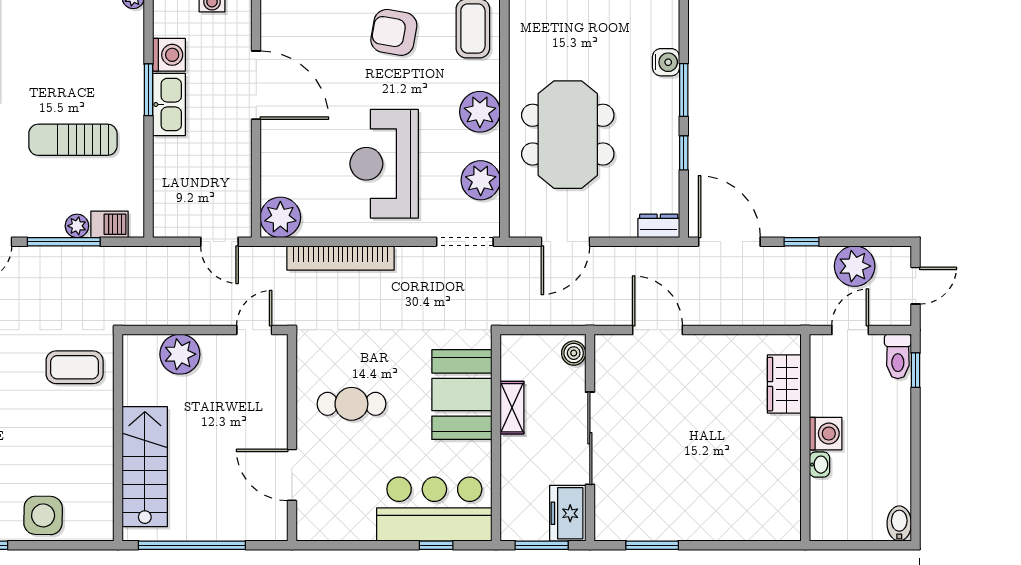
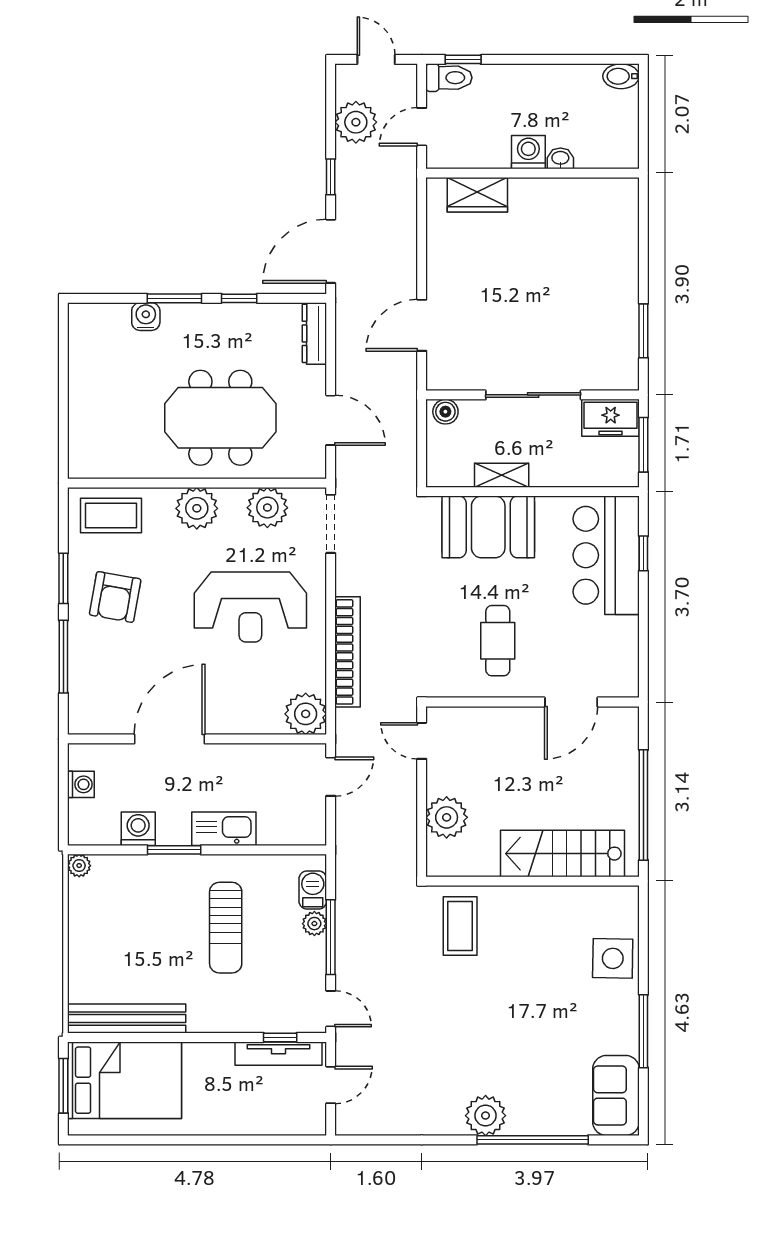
kitchen sink: (169, 105) -> (224, 829), moved
dresser: (659, 226) -> (314, 333), width x1.44
door: (850, 330) -> (422, 127), hinge flipped

